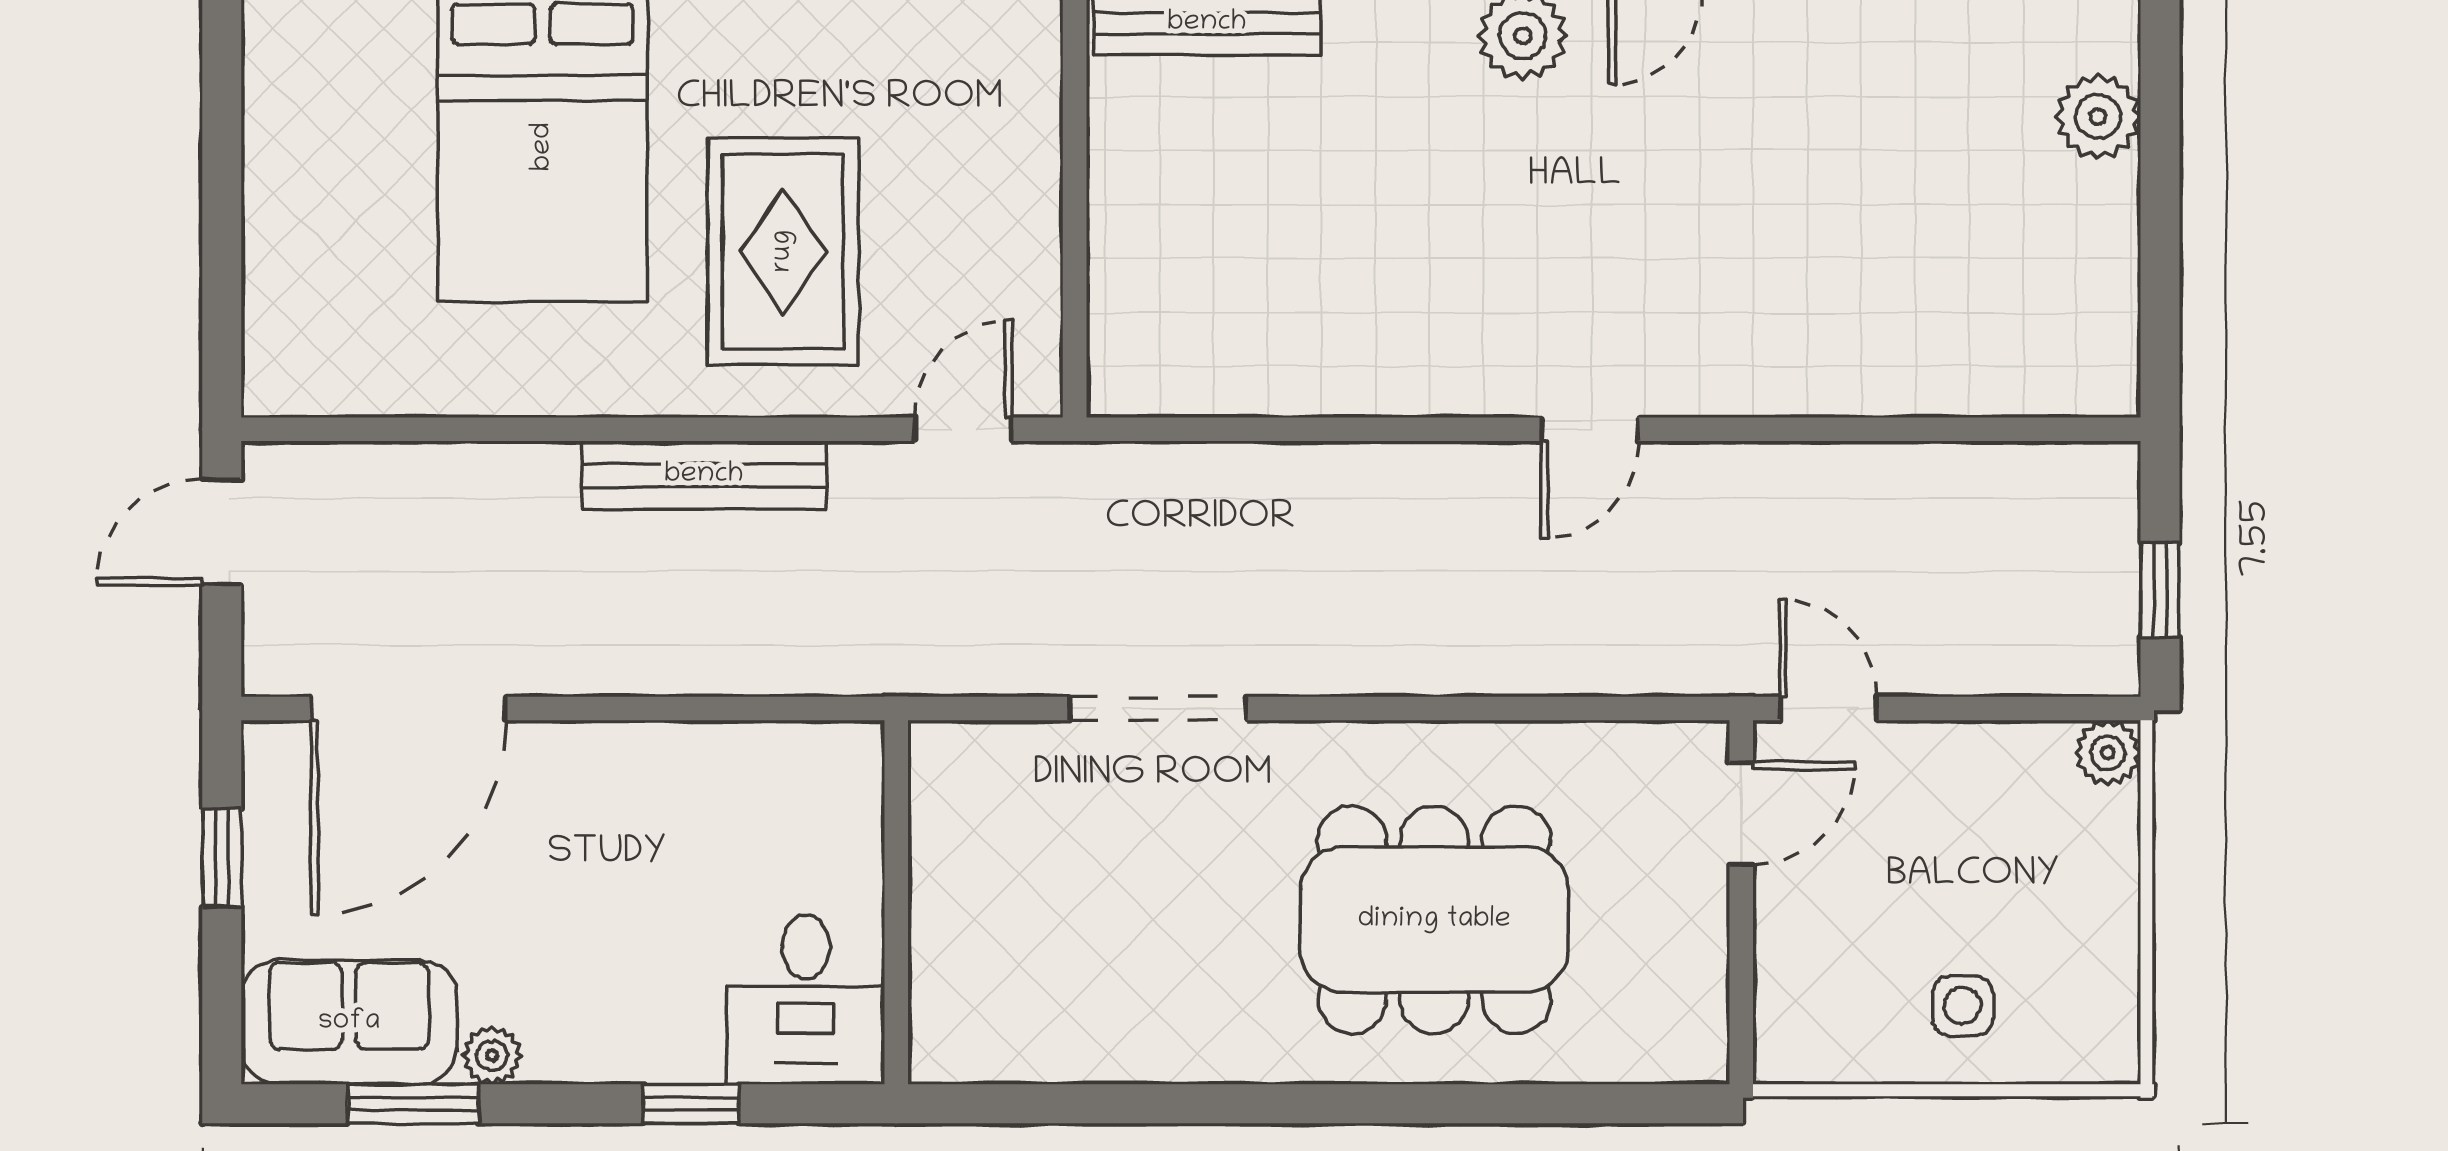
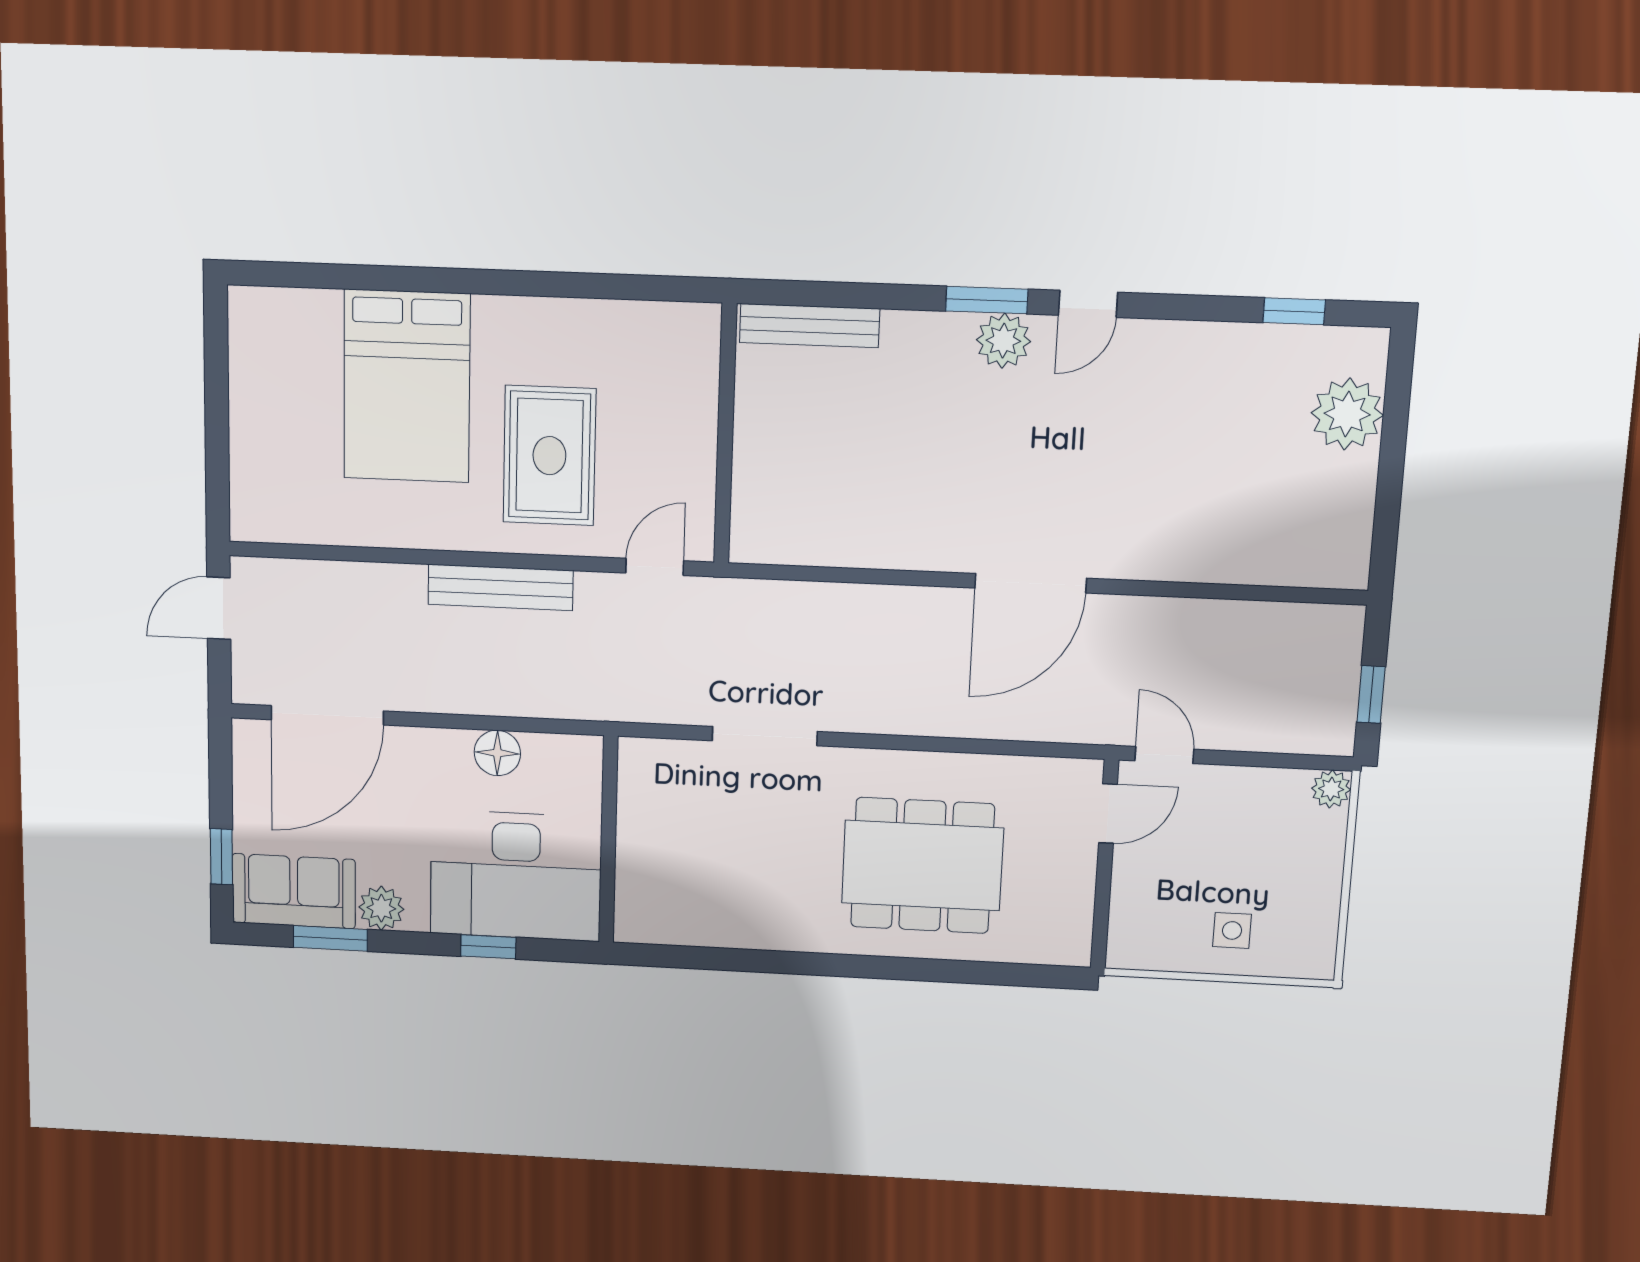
plant: (2098, 117) -> (1347, 414), width x1.36, depth x1.36
door: (1589, 429) -> (1031, 583), width x1.88
floor lamp: (702, 760) -> (497, 753), added
window: (222, 858) -> (221, 857), moved
desk: (806, 999) -> (516, 876), width x1.87, depth x1.30
plant: (492, 1055) -> (381, 908), width x1.38, depth x1.38

